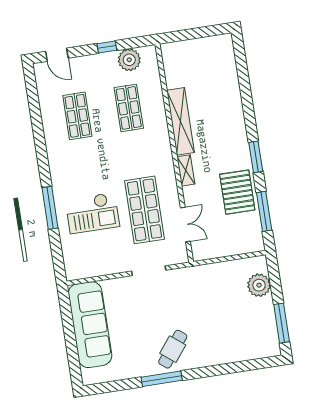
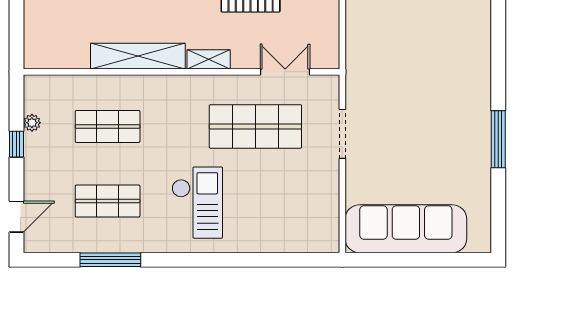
plant: (129, 60) -> (32, 123), width x0.53, depth x0.53
window: (50, 208) -> (110, 260), moved
checkout: (92, 213) -> (197, 203), moved
cafe table: (173, 349) -> (459, 117), removed

